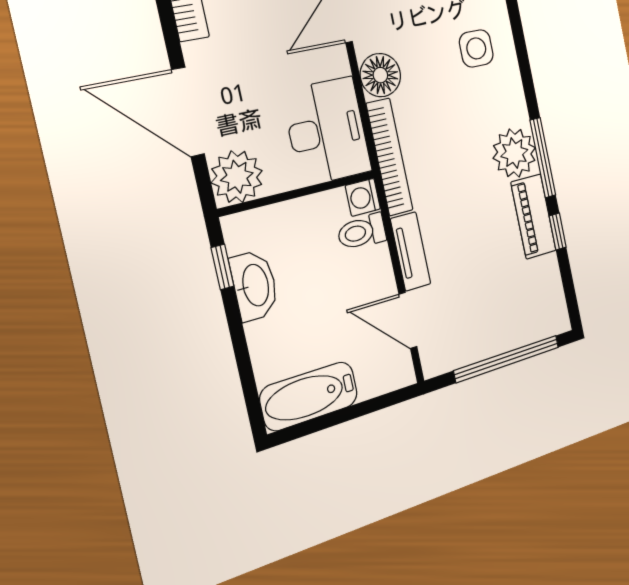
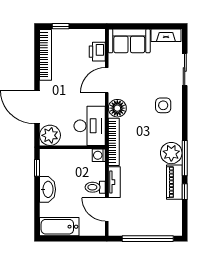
toilet: (362, 232) -> (95, 187), moved
washbasin: (255, 285) -> (48, 189), moved

